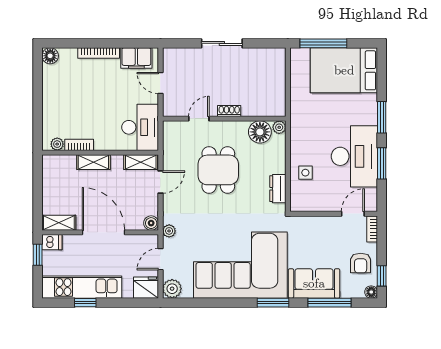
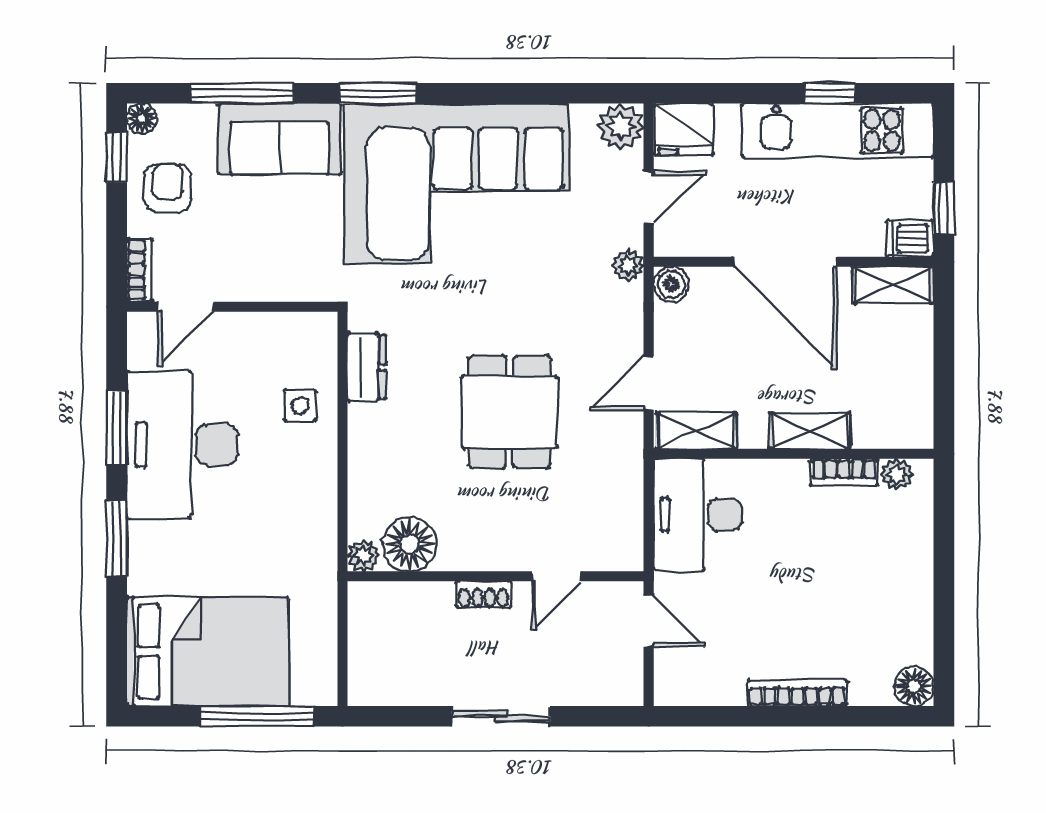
filing cabinet: (136, 58) -> (707, 681), removed
shoe rack: (229, 111) -> (484, 594), moved
door: (199, 119) -> (556, 576), moved
wall: (224, 119) -> (496, 576), moved
plant: (279, 127) -> (363, 555), moved
floor lamp: (260, 132) -> (410, 544), moved

